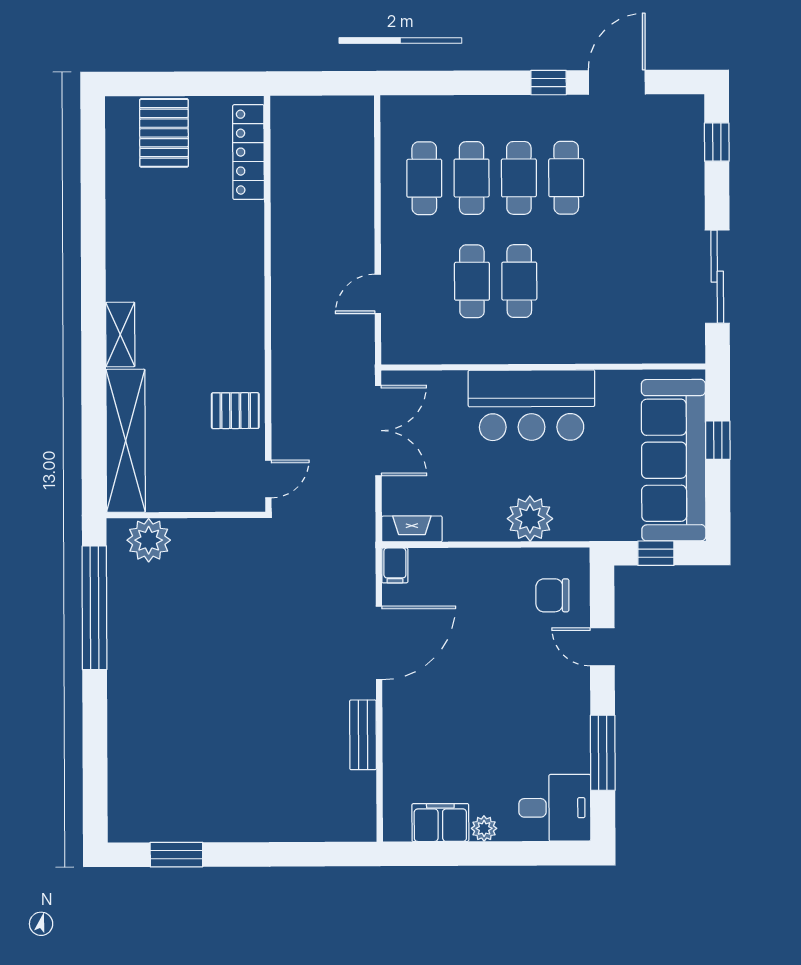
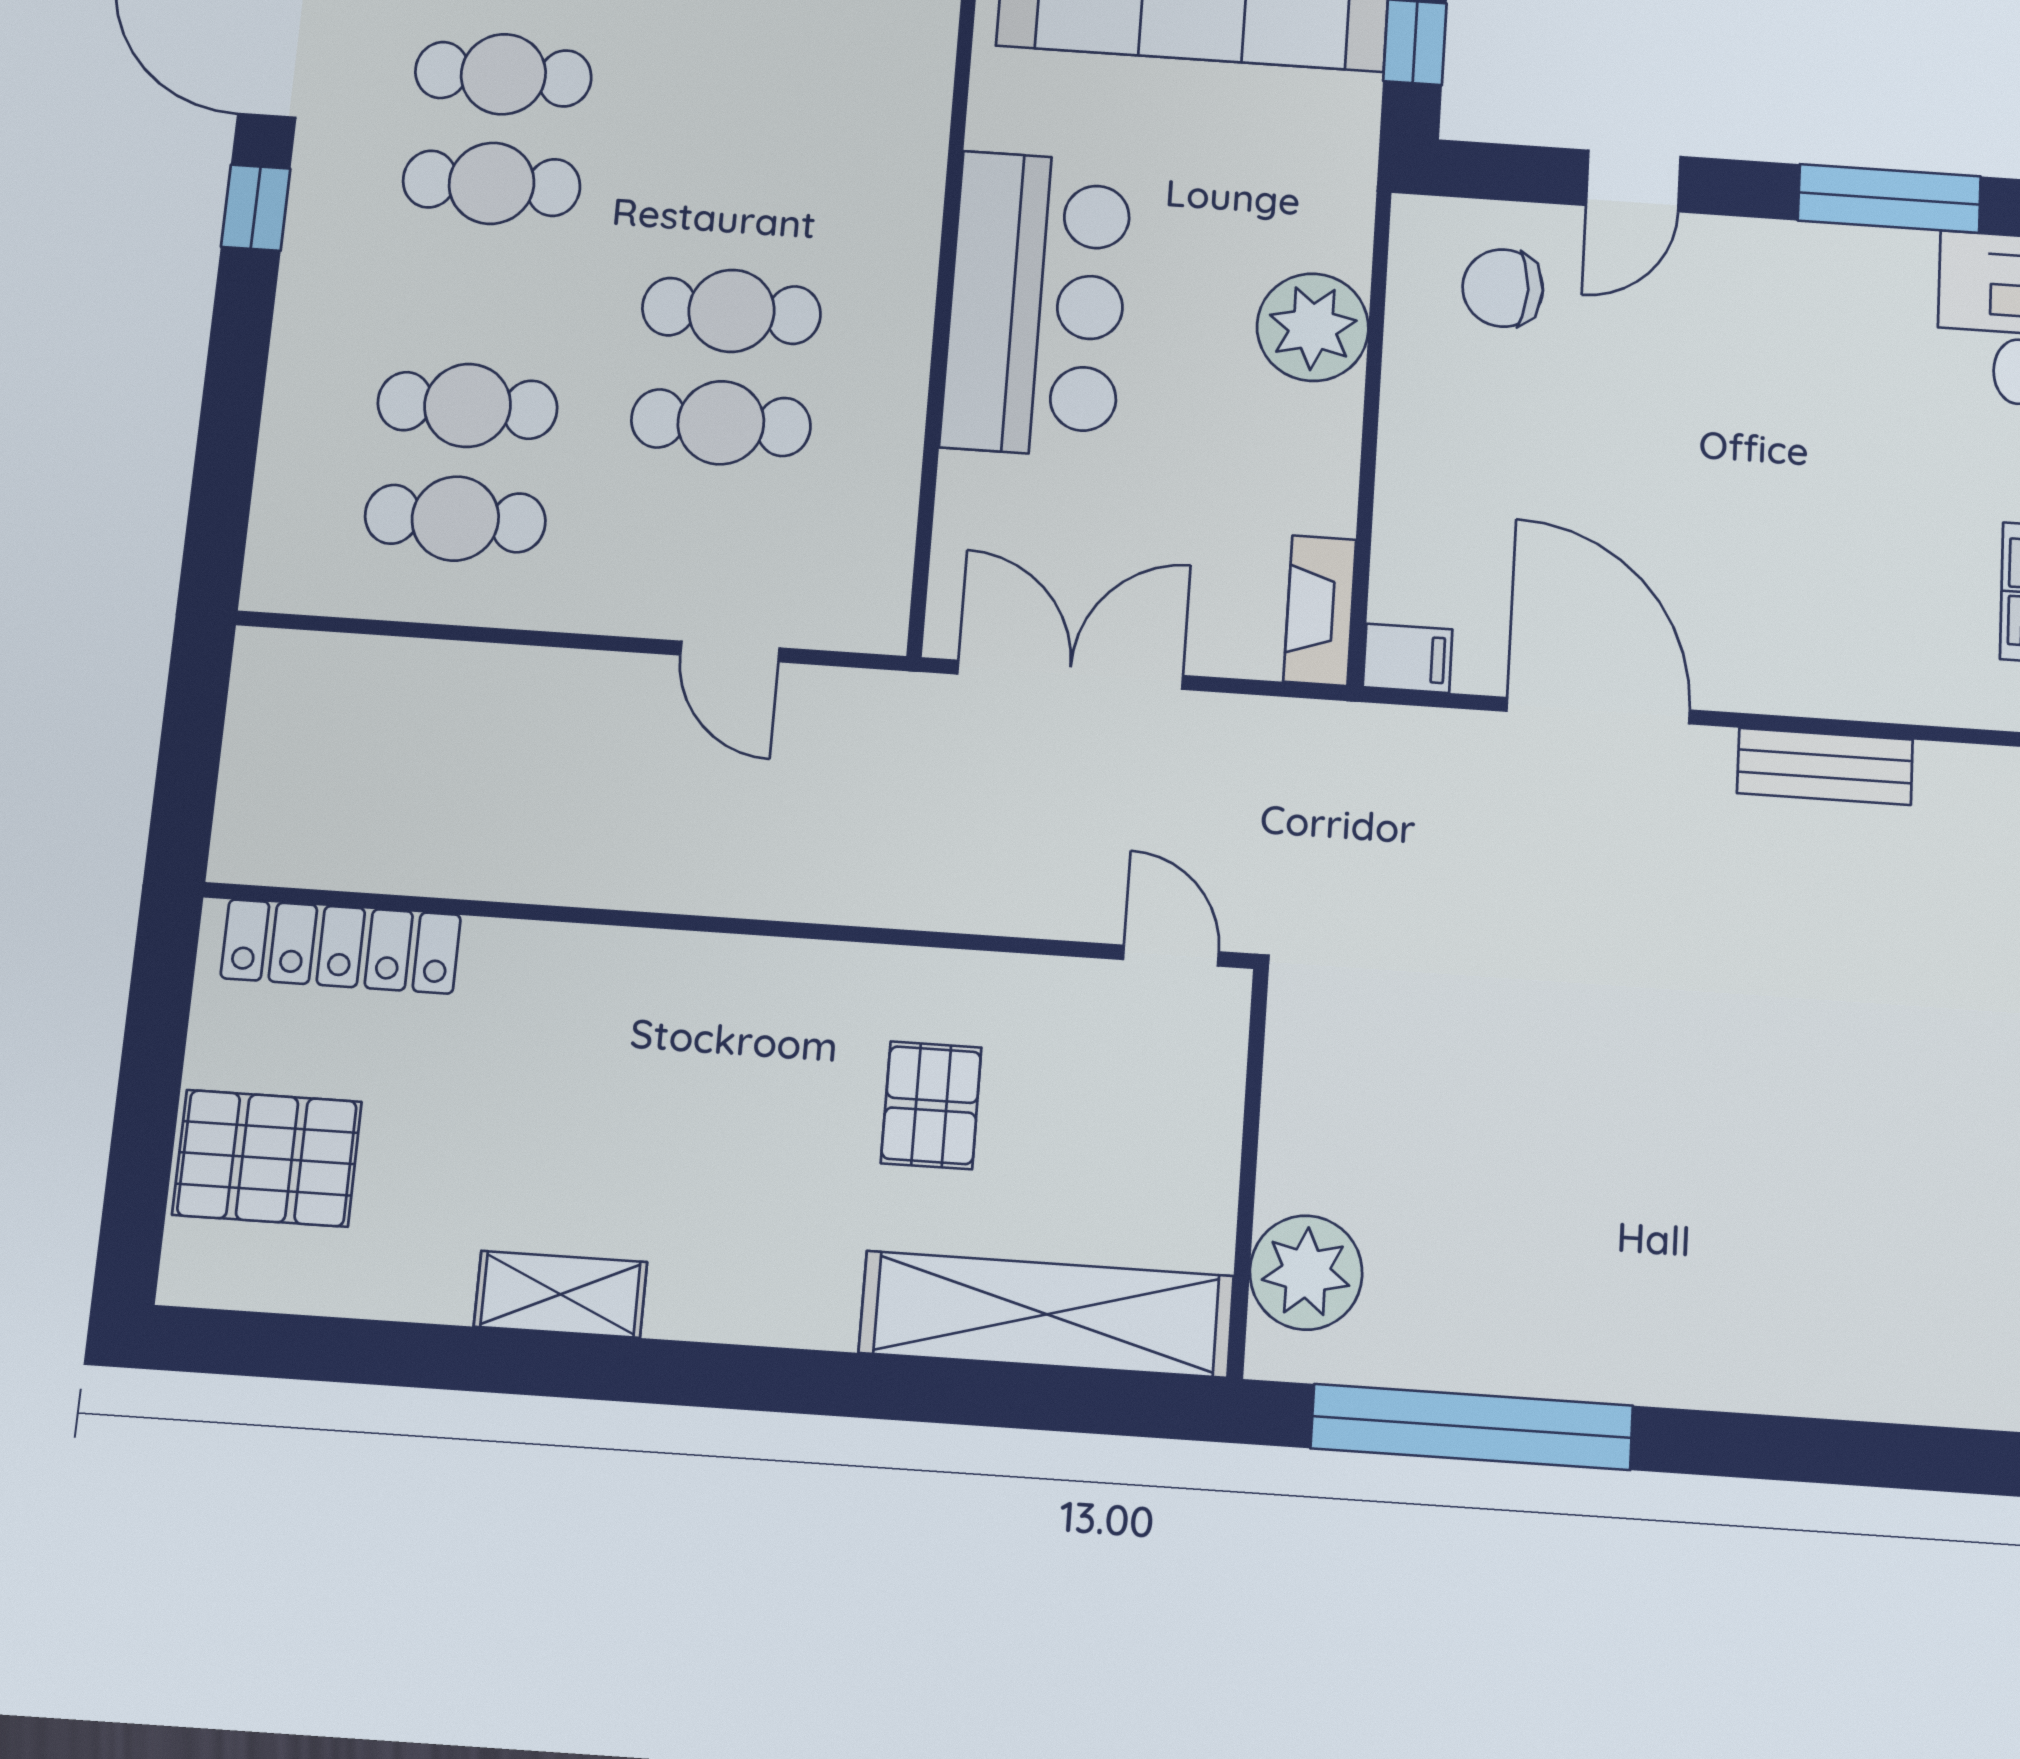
cafe table: (519, 178) -> (503, 74), moved
shelving: (120, 334) -> (560, 1294), moved
pallet: (235, 411) -> (931, 1105), moved
chair: (552, 595) -> (1503, 288), turned 90

